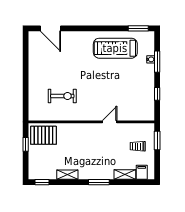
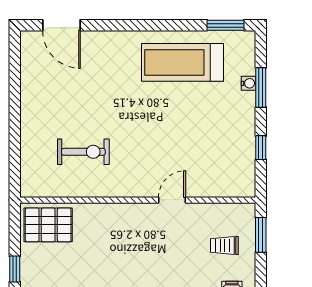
window: (26, 144) -> (15, 269), moved

